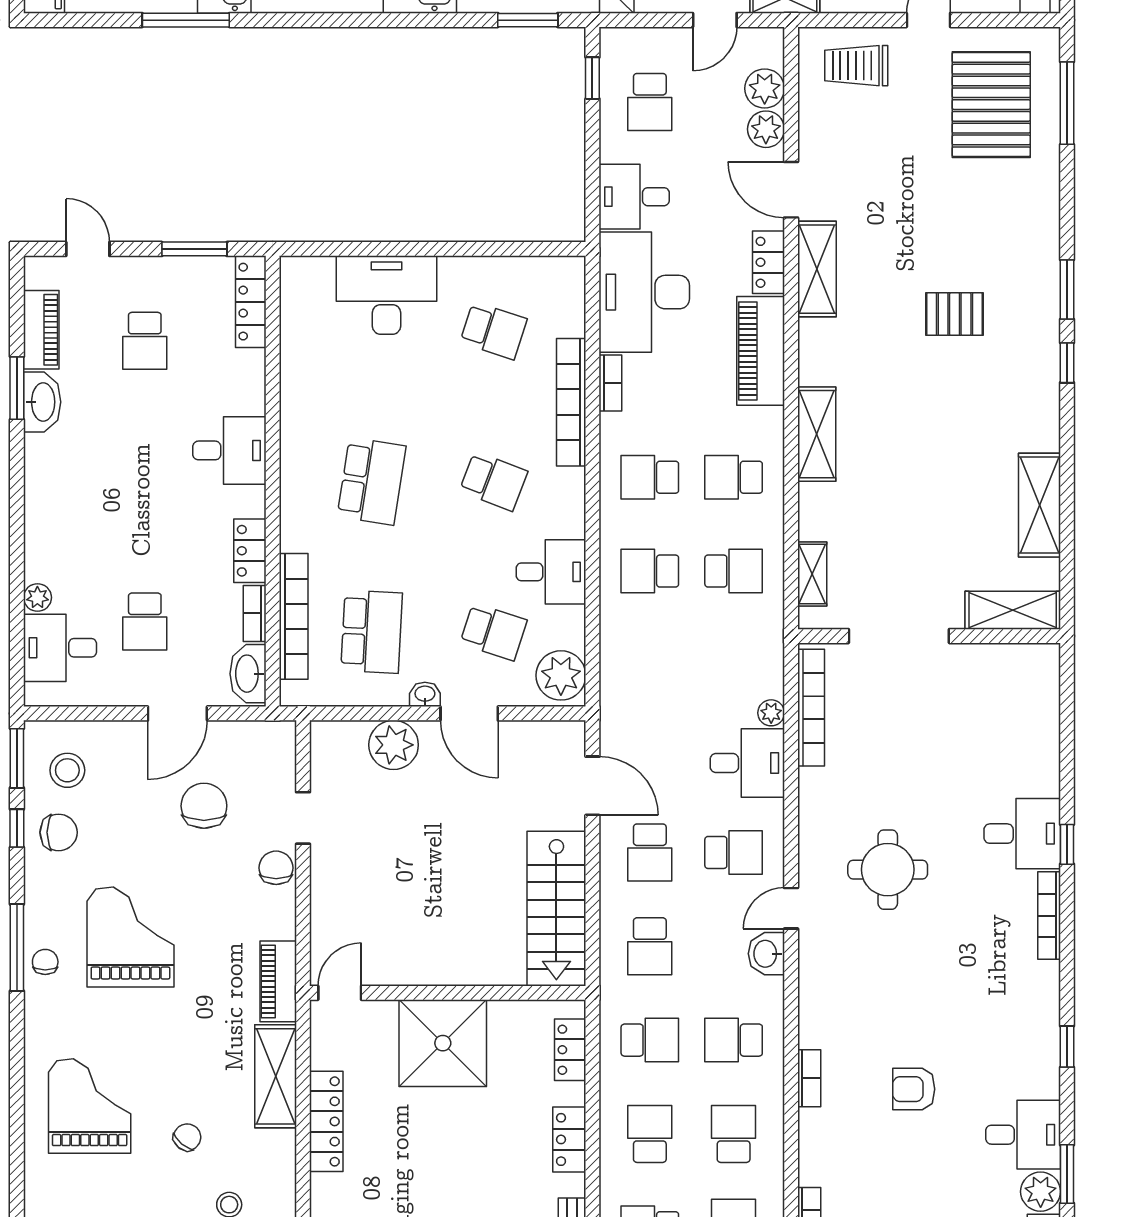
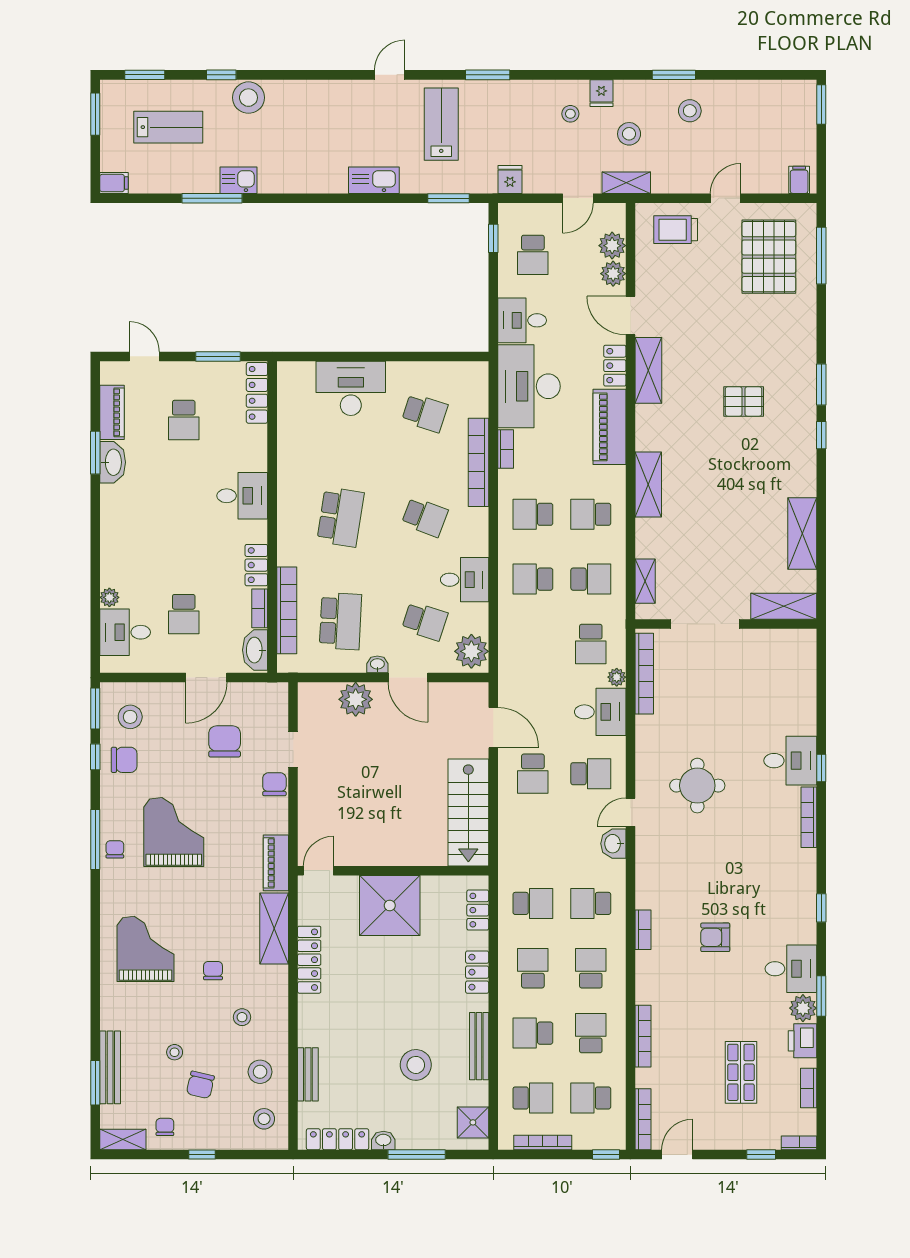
school desk: (650, 946) -> (591, 644), moved
chair: (187, 1137) -> (213, 971), turned -40

